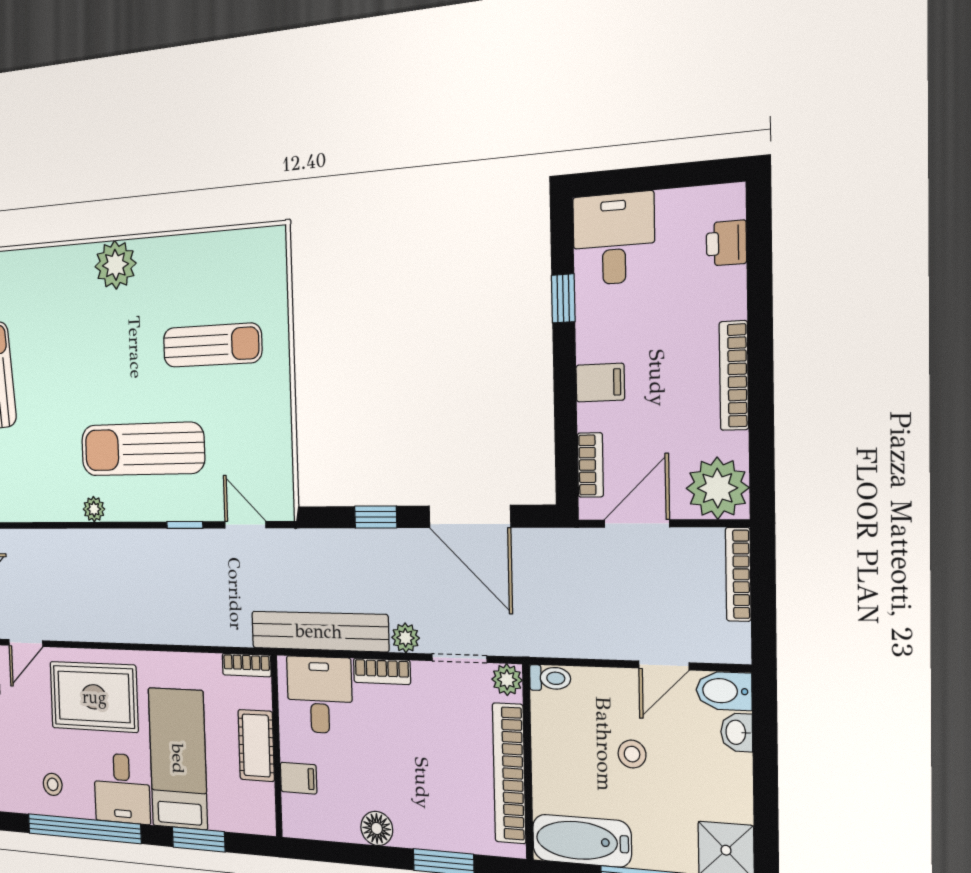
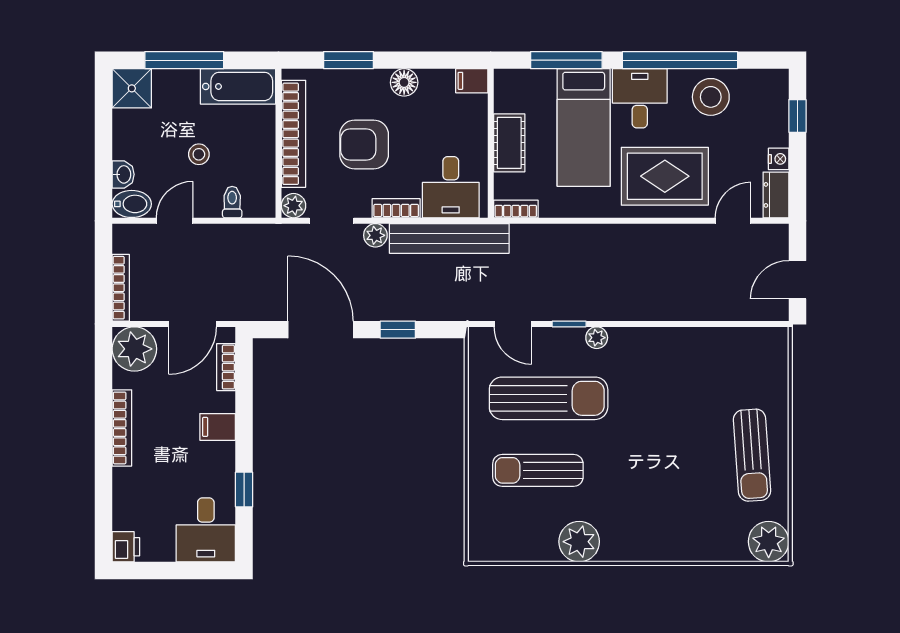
printer: (726, 243) -> (126, 547), moved
plant: (115, 265) -> (579, 542), moved
sun lounger: (142, 449) -> (549, 398), moved
plant: (94, 509) -> (597, 338), moved
toilet: (550, 678) -> (232, 202), moved, turned 90
armchair: (422, 754) -> (364, 144), added
filing cabinet: (298, 778) -> (472, 81), moved
stool: (53, 784) -> (711, 97), width x1.89, depth x1.89
window: (199, 839) -> (566, 60), width x1.44

